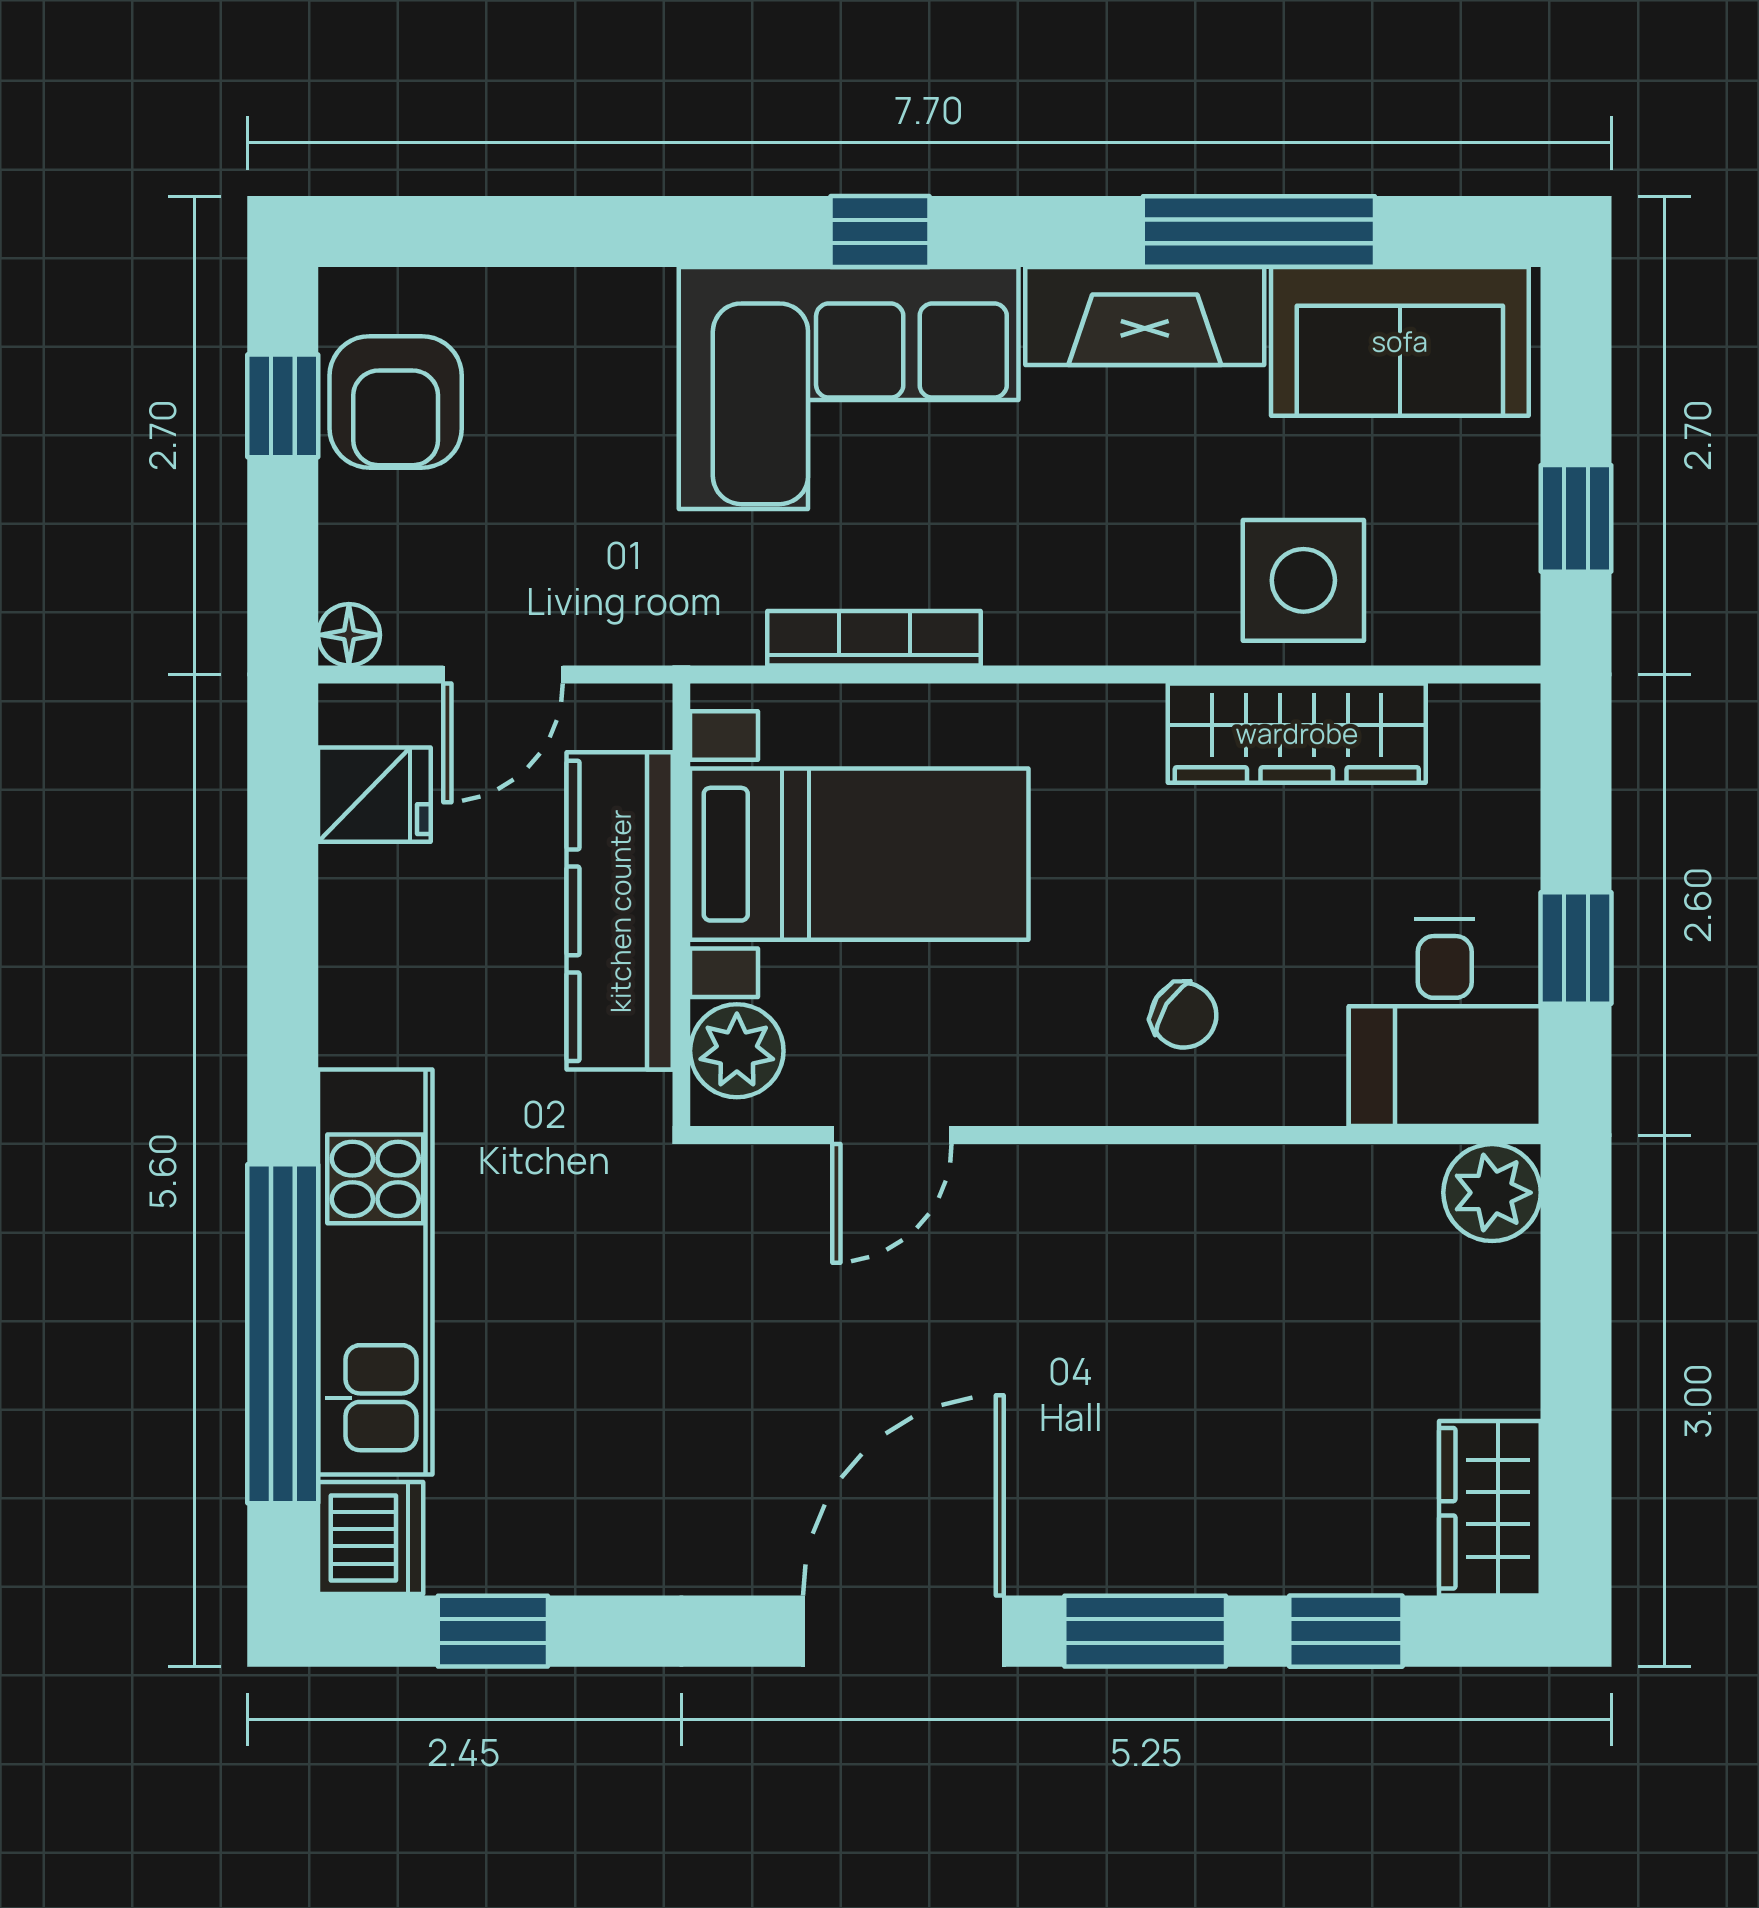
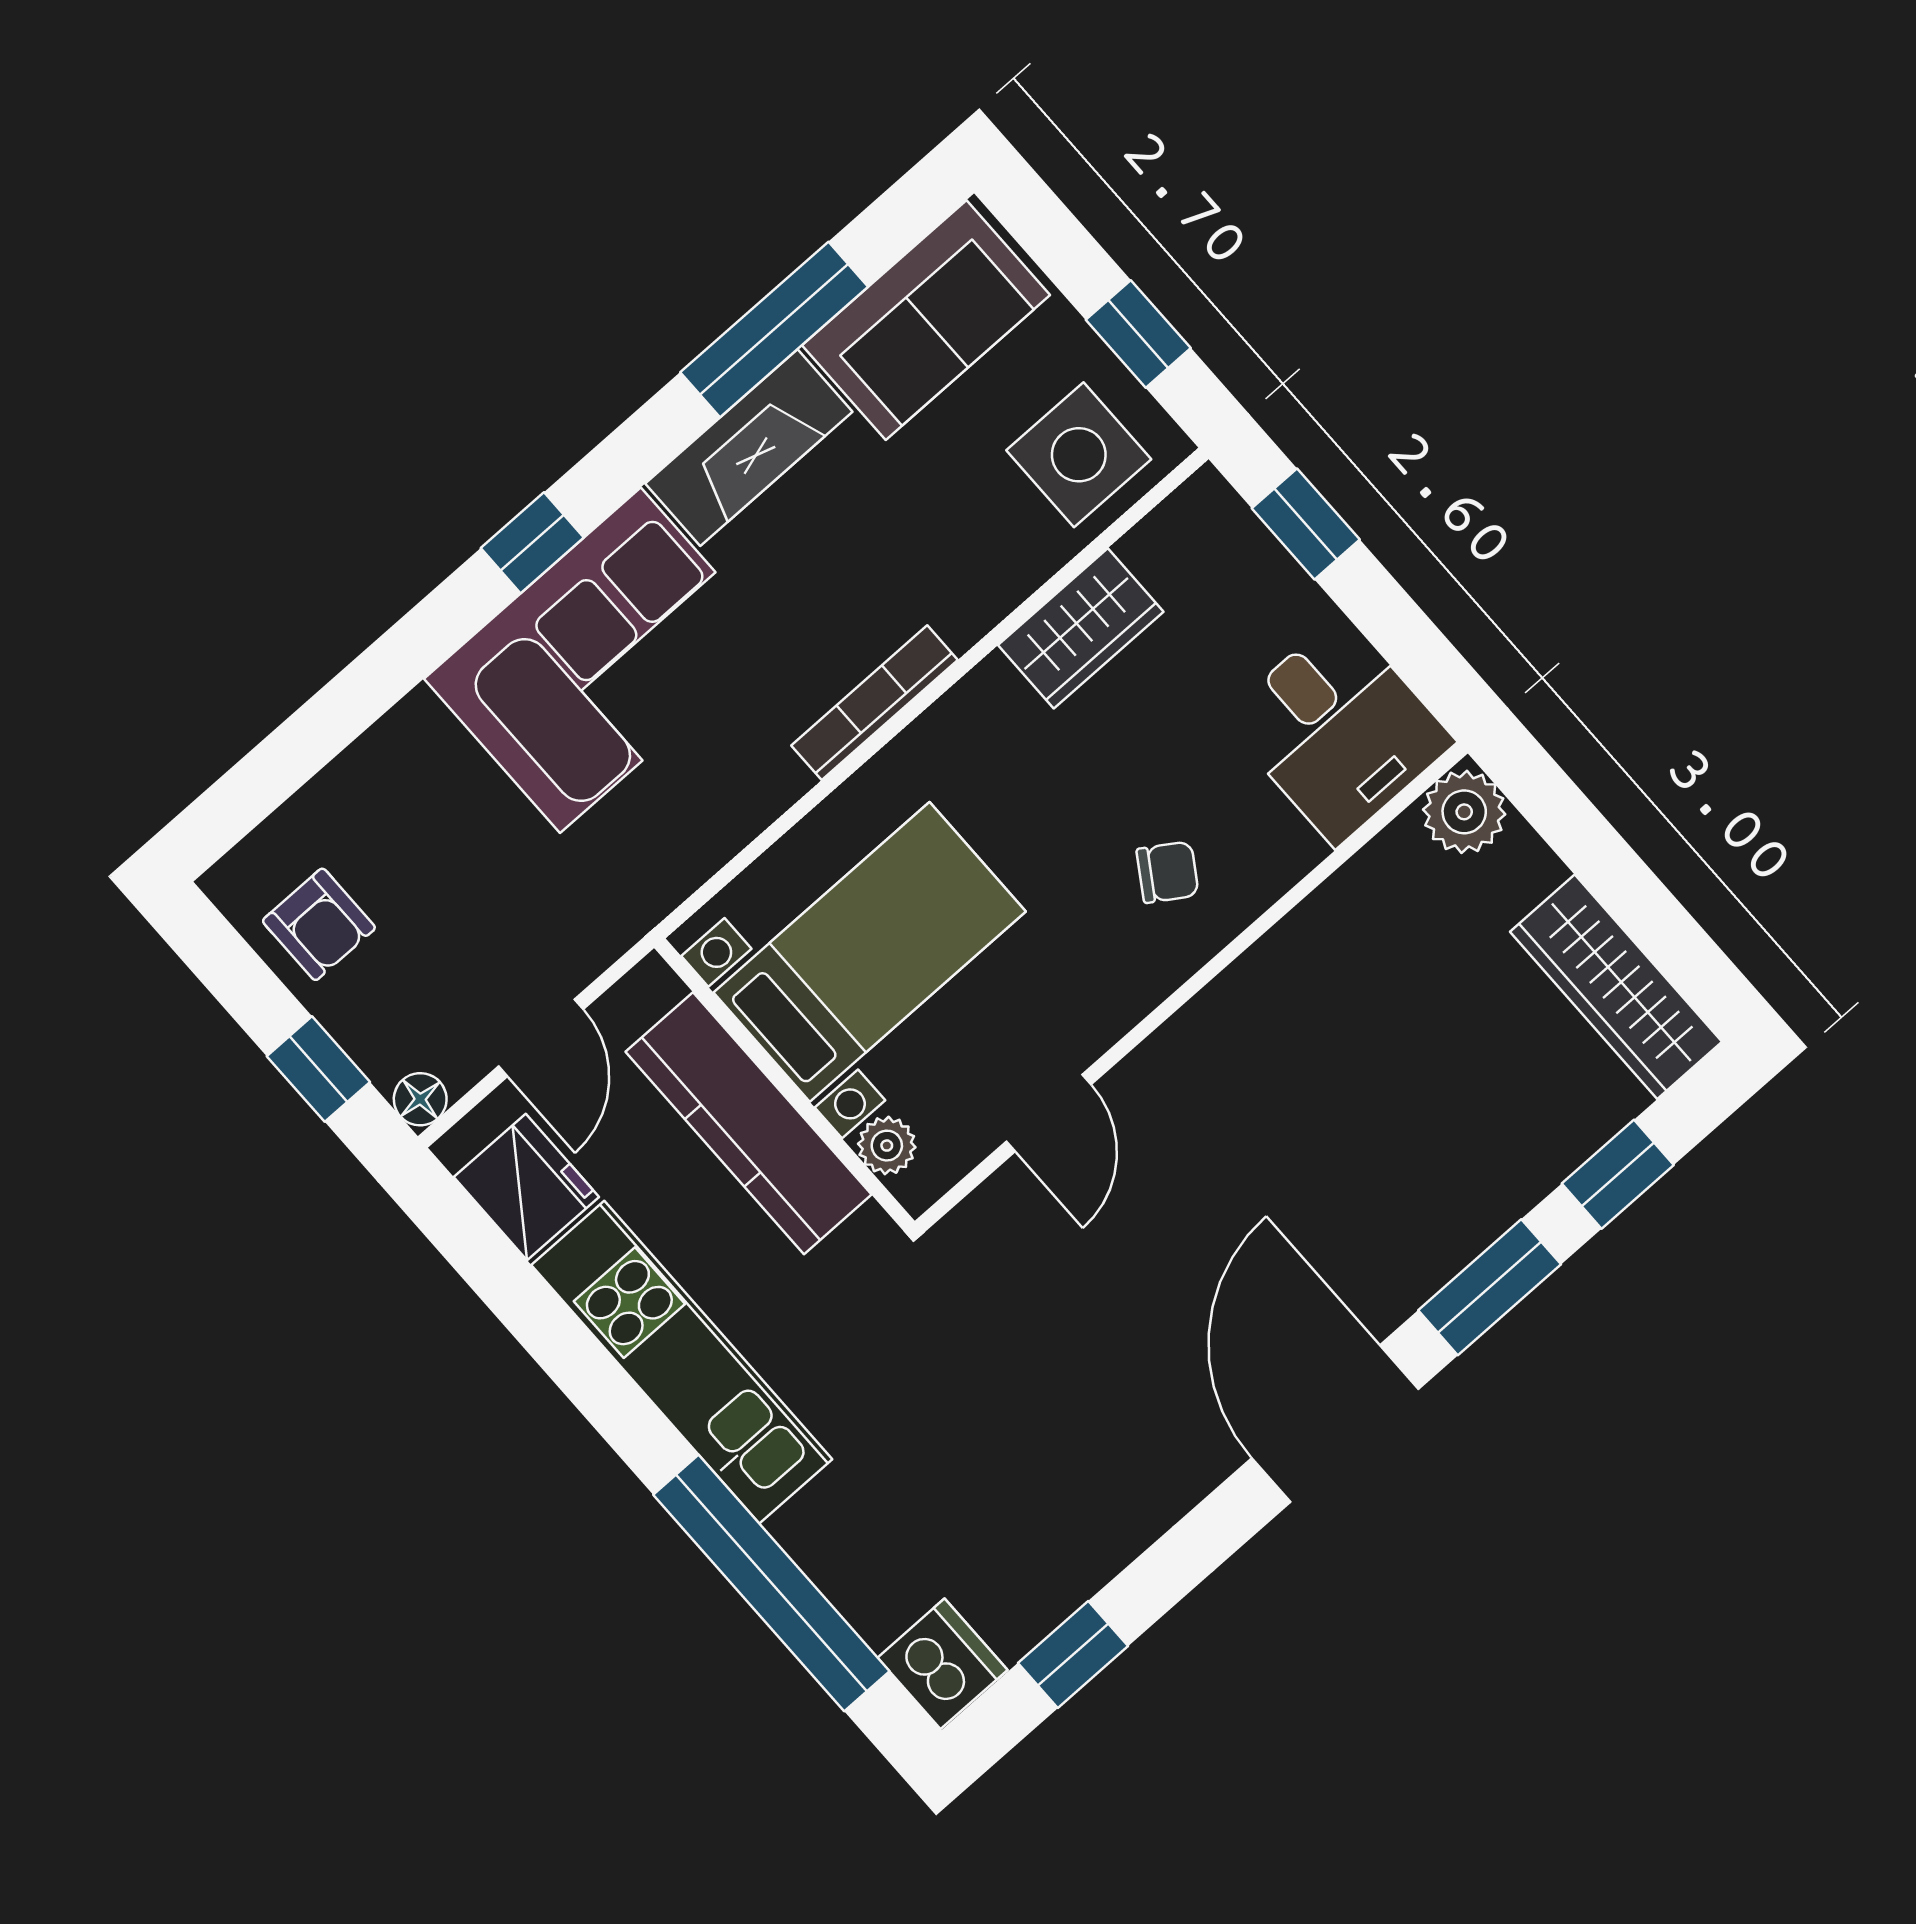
armchair: (396, 402) -> (319, 924), width x0.72, depth x0.72
window: (283, 406) -> (318, 1069), moved
side table: (1303, 580) -> (1079, 455), moved
bookcase: (874, 638) -> (874, 703), moved
wardrobe: (1297, 733) -> (1081, 628), width x0.67
fridge: (374, 795) -> (526, 1187), width x1.38
window: (1576, 948) -> (1306, 524), moved
plant: (737, 1051) -> (887, 1146), width x0.73, depth x0.73
kitchen unit: (375, 1272) -> (682, 1362), moved
wardrobe: (1490, 1508) -> (1616, 987), width x1.50

